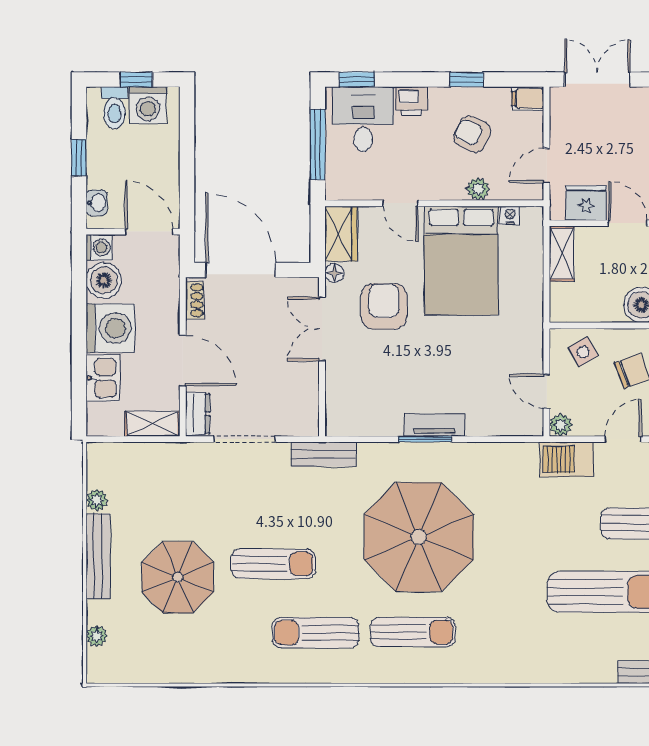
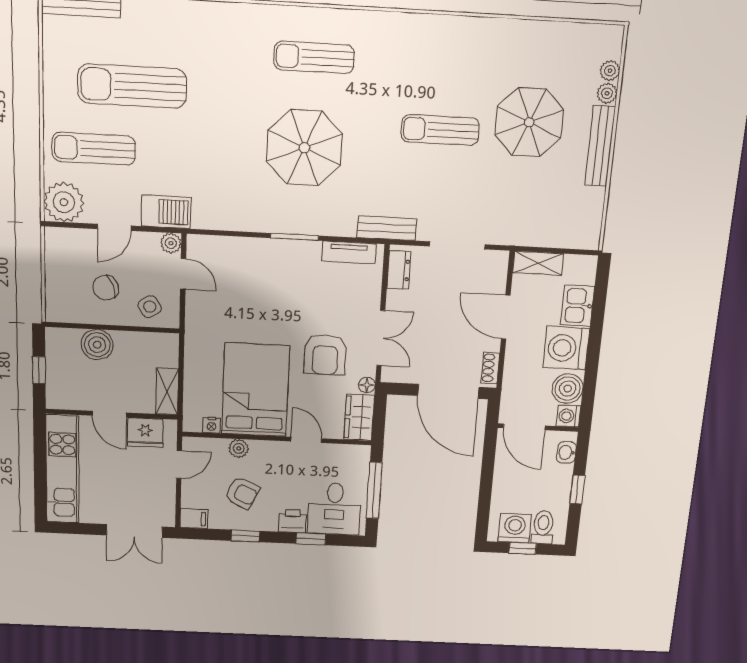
window: (357, 80) -> (311, 539), moved
dresser: (198, 414) -> (399, 270), moved, turned 180
tv unit: (434, 425) -> (349, 252), moved
plant: (97, 500) -> (607, 93), moved
parasol: (419, 537) -> (304, 148), width x0.73, depth x0.73
sun lounger: (316, 633) -> (406, 62), removed

